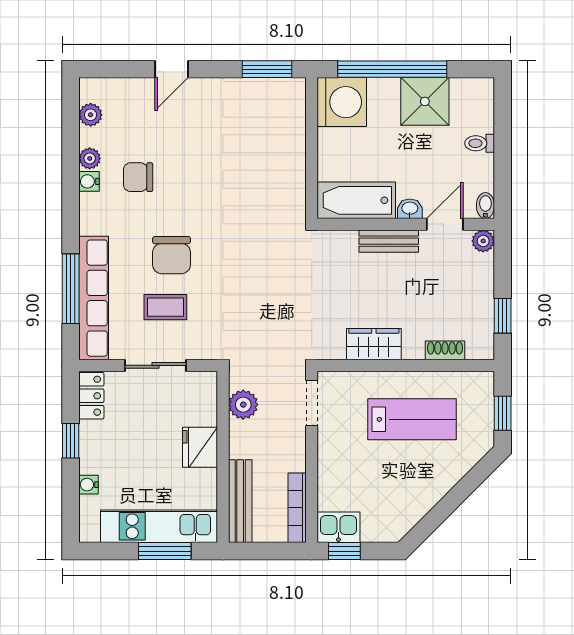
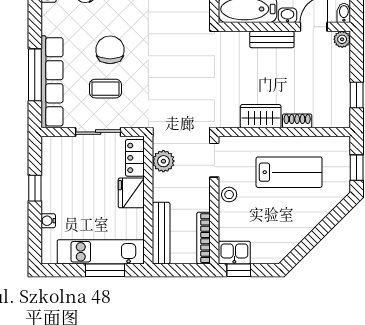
chair: (172, 255) -> (110, 50), turned 180
shoe rack: (445, 350) -> (297, 121), moved
locker: (91, 396) -> (135, 158), moved, turned 180
stool: (331, 449) -> (229, 195), added

